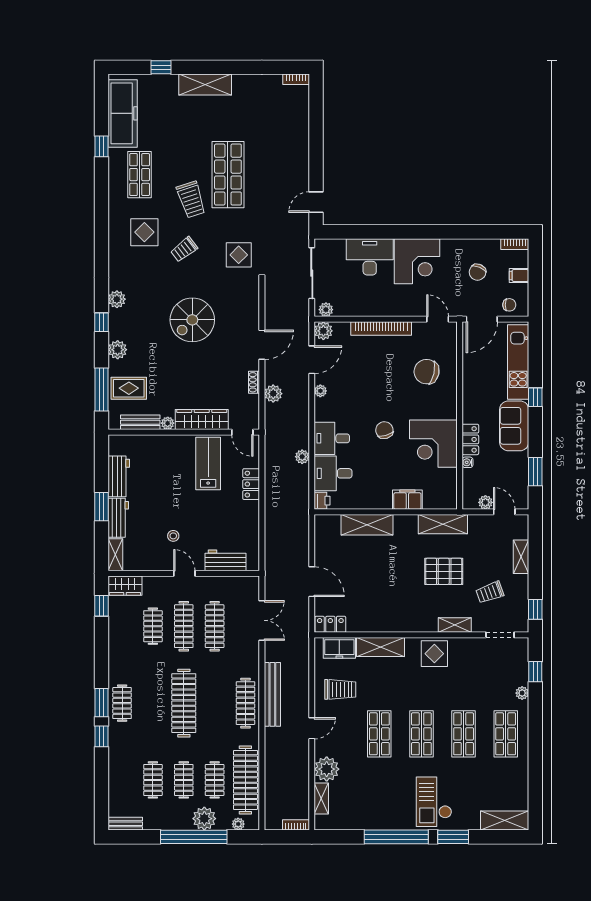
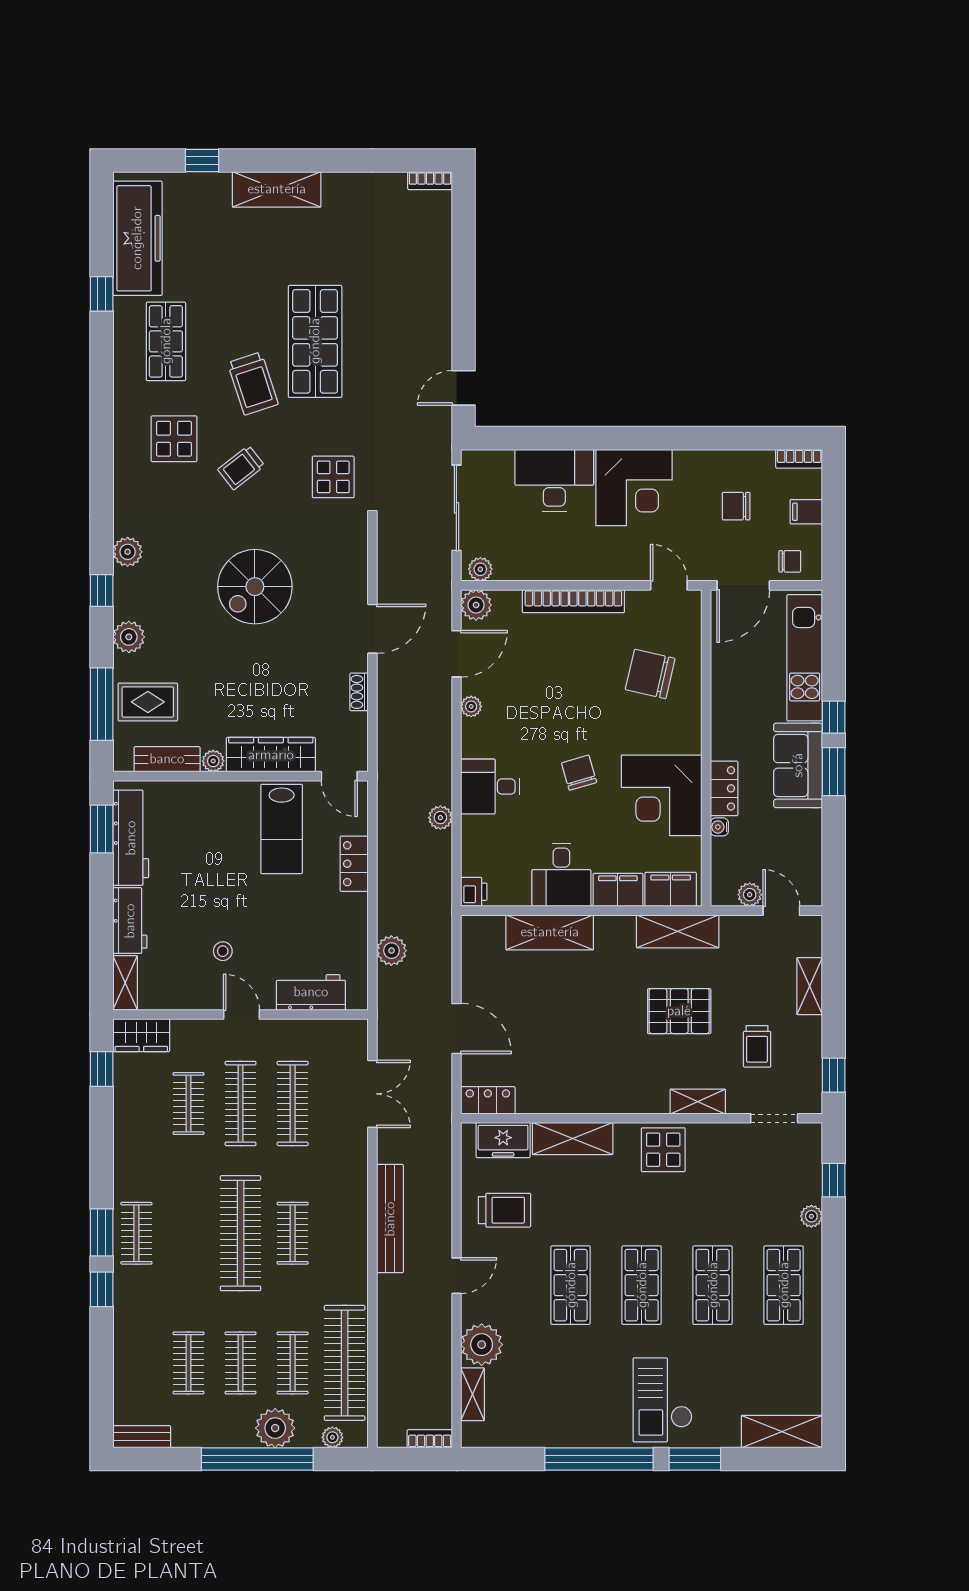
chair: (478, 272) -> (736, 506), turned 67
plant: (273, 394) -> (391, 951), moved
lab bench: (208, 463) -> (282, 829), turned 180
window: (535, 472) -> (834, 772), moved
desk: (333, 473) -> (561, 875), moved, turned -90
workbench: (119, 476) -> (131, 838), width x1.37
filing cabinet: (439, 499) -> (671, 889), added
window: (102, 507) -> (102, 829), moved
trolley: (490, 592) -> (757, 1046), turned -70
clothes rail: (245, 703) -> (293, 1233), moved, width x0.73

